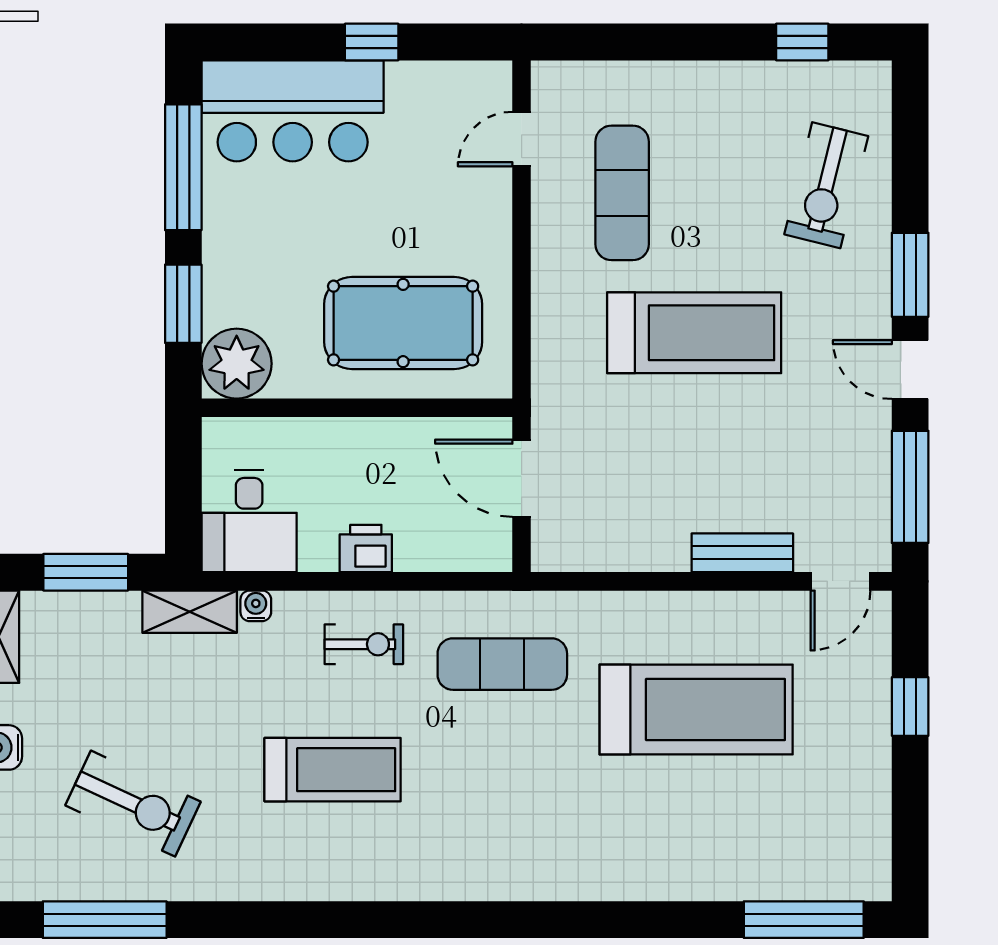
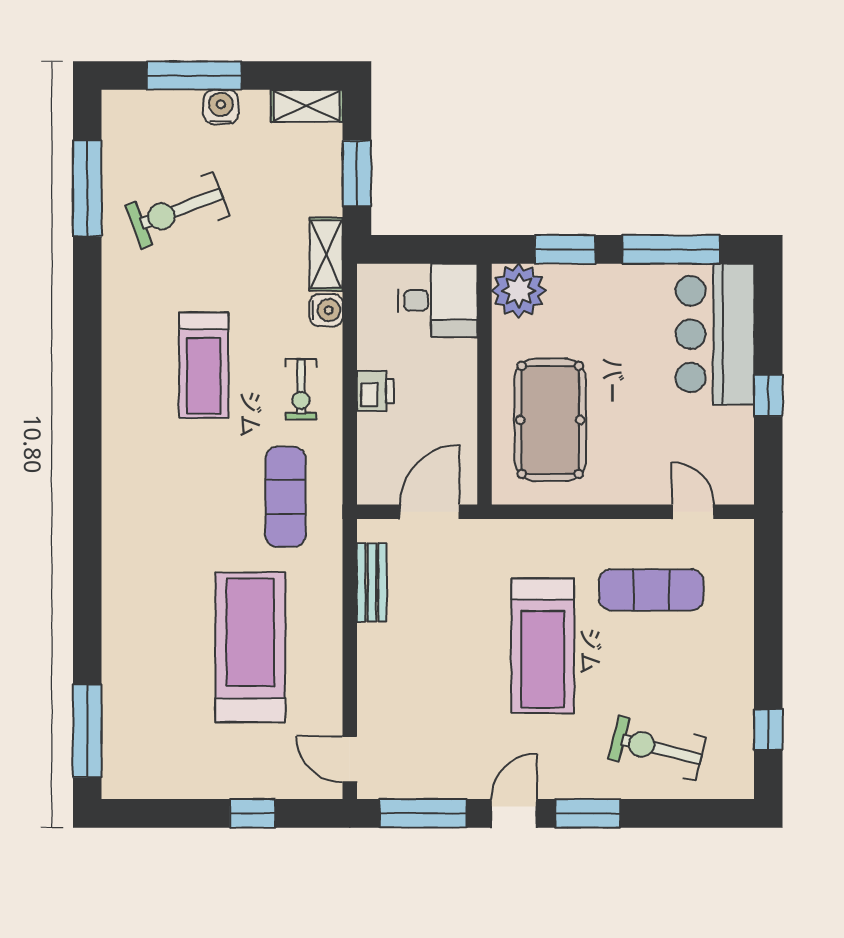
desk: (249, 521) -> (438, 300), moved, turned 180
bench: (742, 553) -> (372, 582), moved
water cooler: (256, 606) -> (326, 310), width x1.38, depth x1.38
treadmill: (696, 709) -> (250, 647), turned 180
exercise bike: (133, 804) -> (177, 210), turned 44

